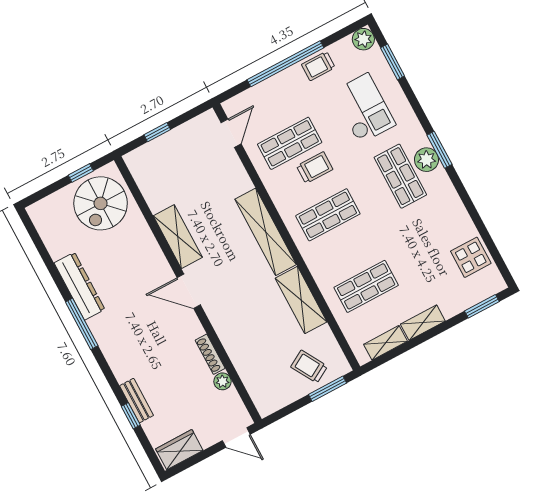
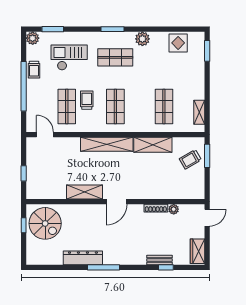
plant: (427, 160) -> (142, 39), moved
shelving: (423, 323) -> (199, 87), removed

